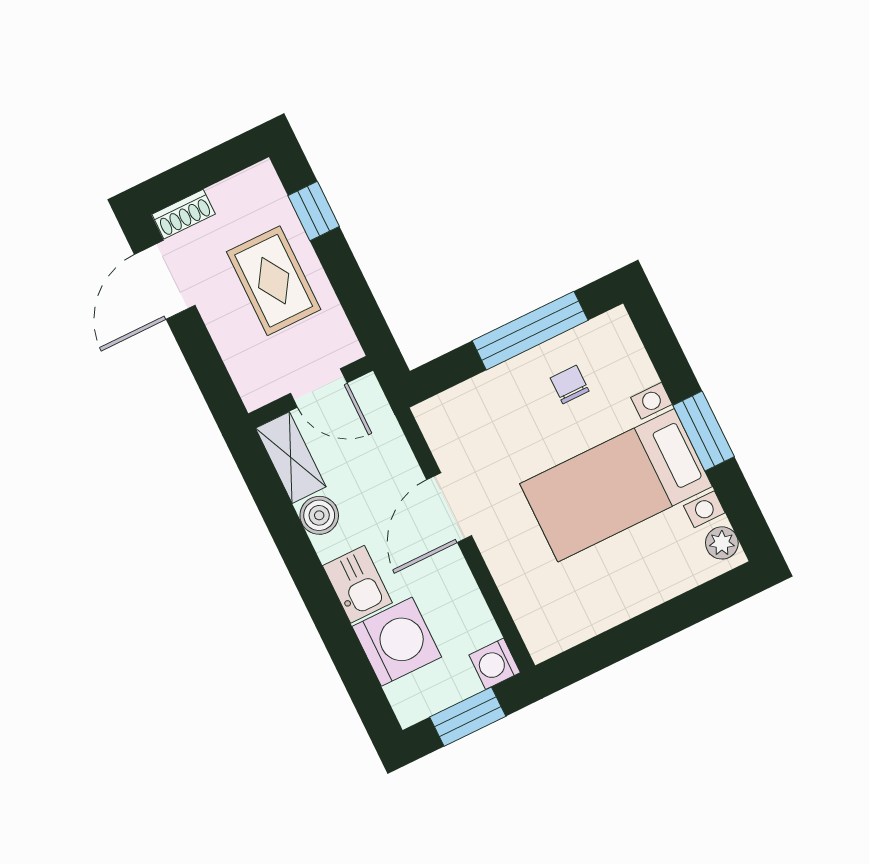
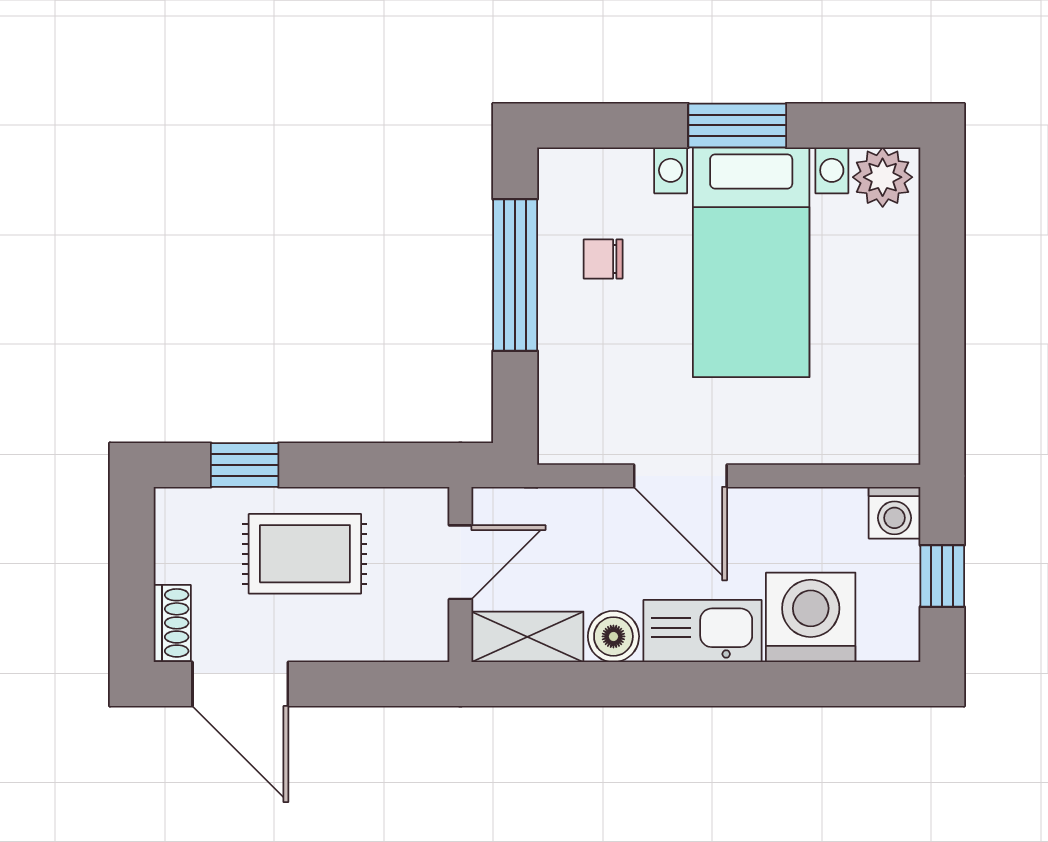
plant: (722, 543) -> (883, 177), width x1.38, depth x1.38
kitchen sink: (357, 584) -> (703, 631), width x1.38
window: (468, 717) -> (942, 576), width x0.67

